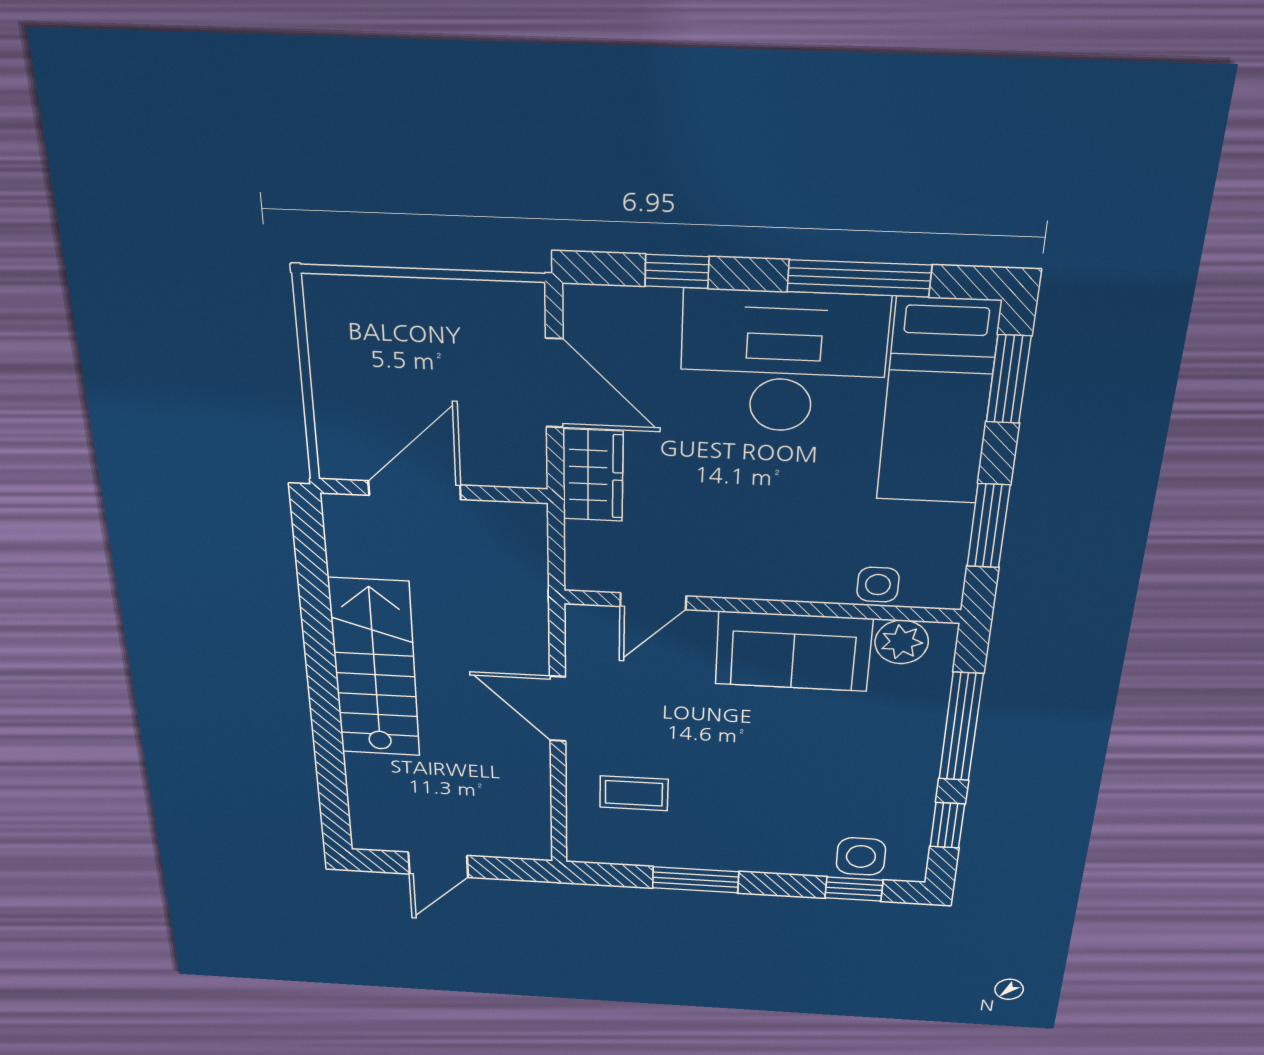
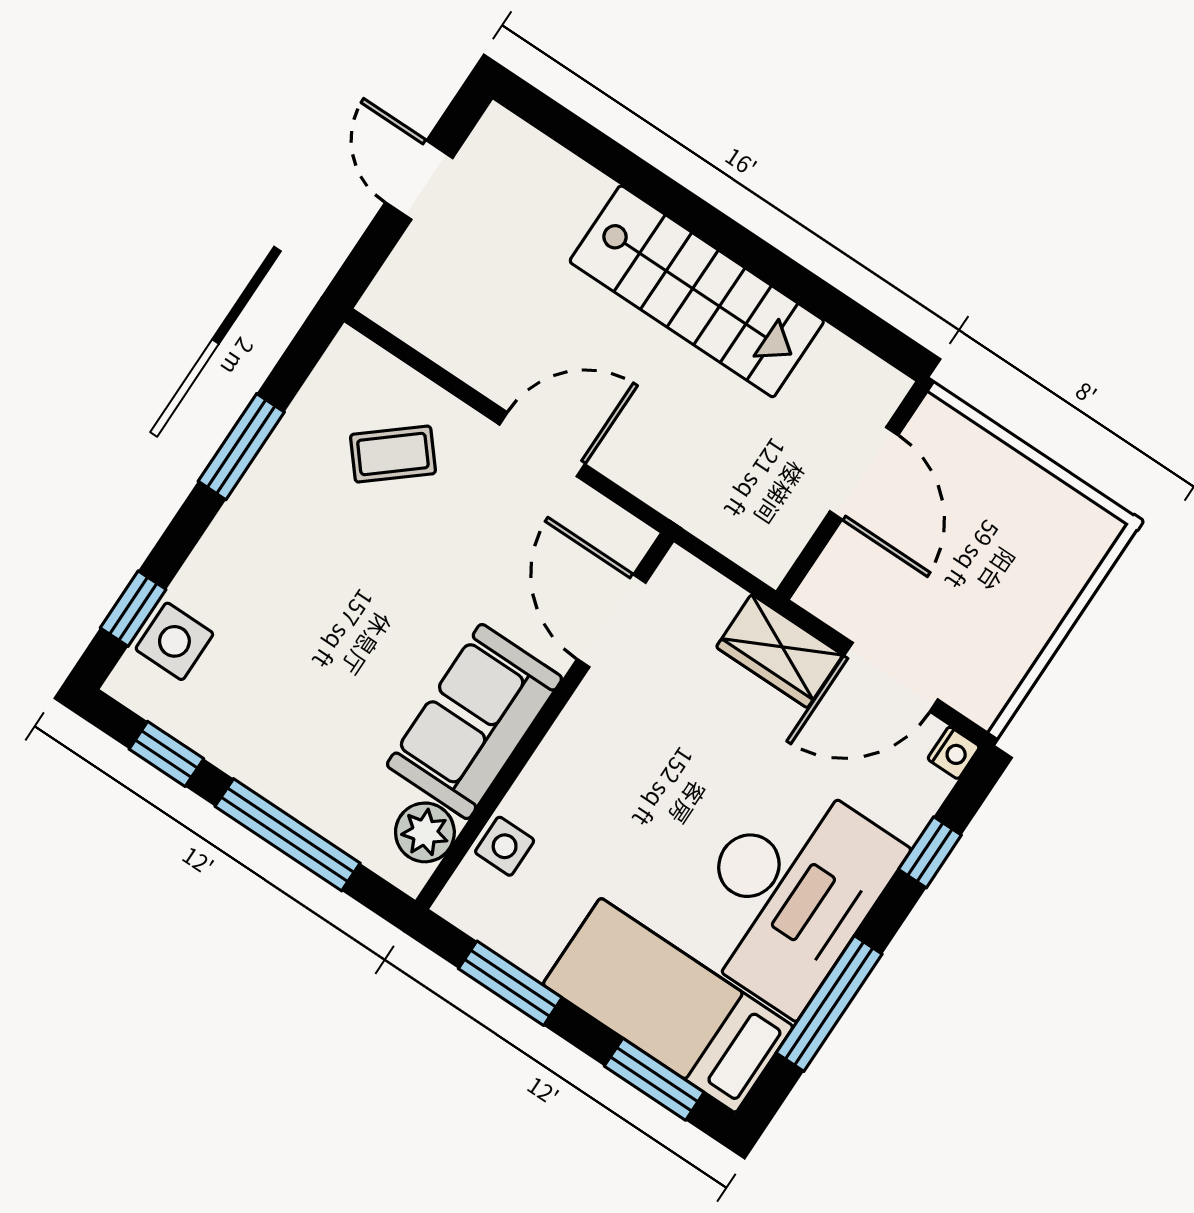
nightstand: (582, 301) -> (954, 753), added
door: (653, 601) -> (611, 621), width x1.38
coffee table: (634, 793) -> (393, 454), turned 50

